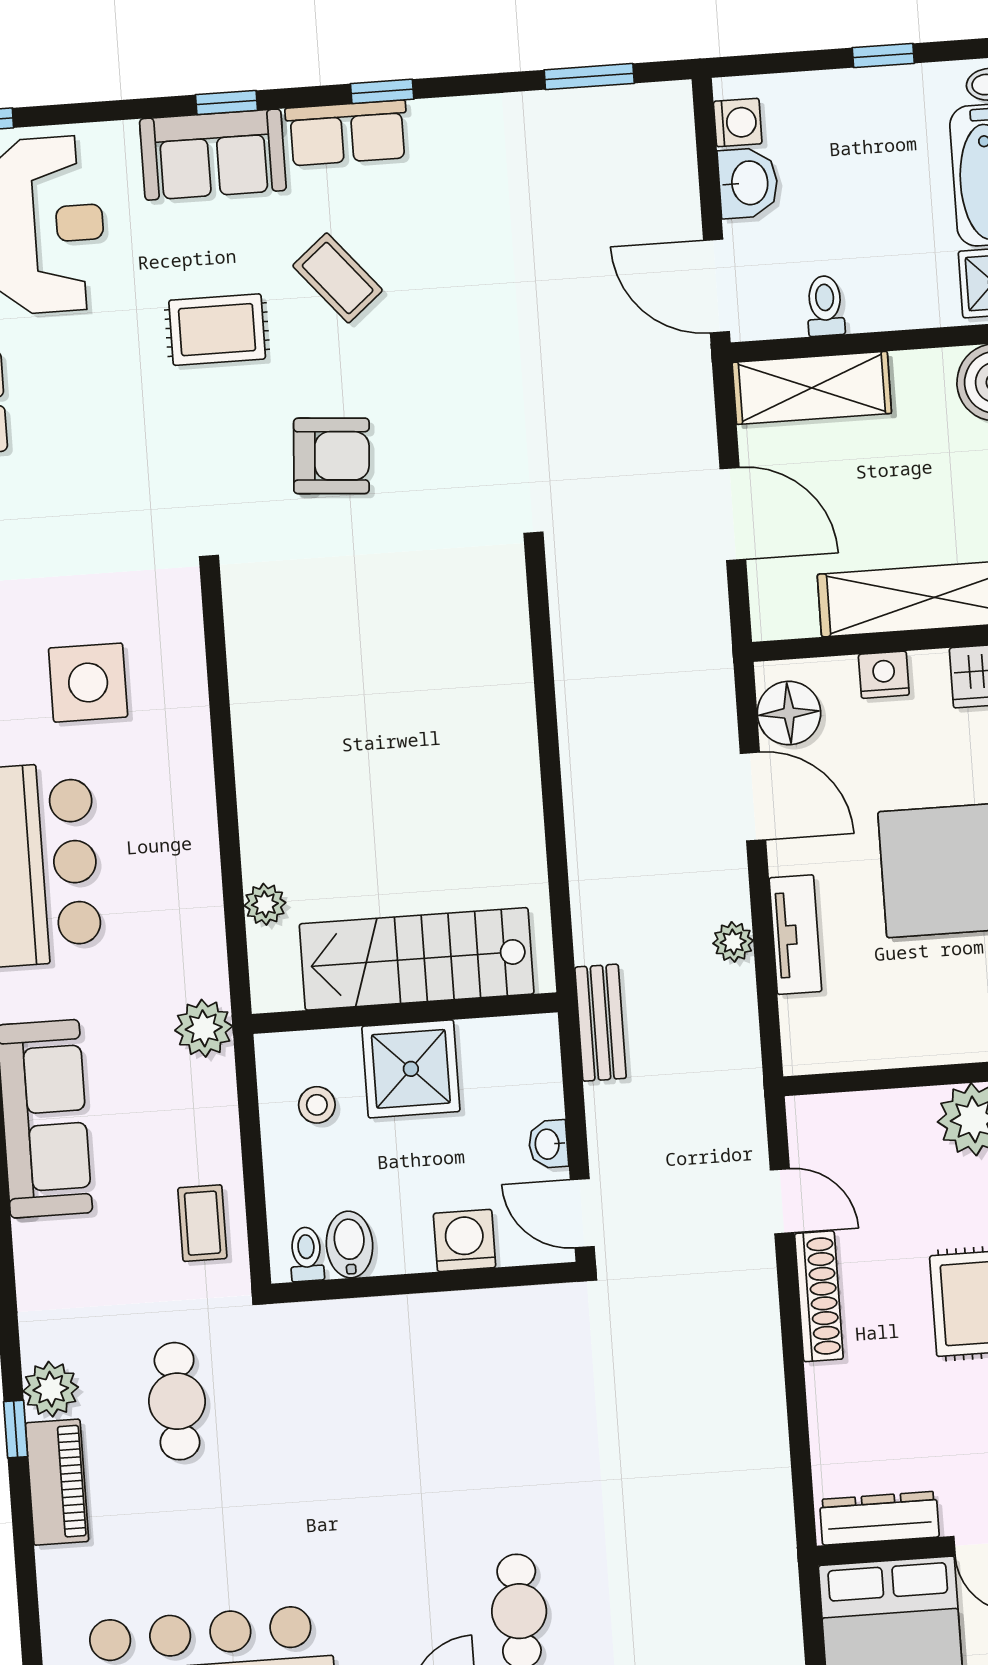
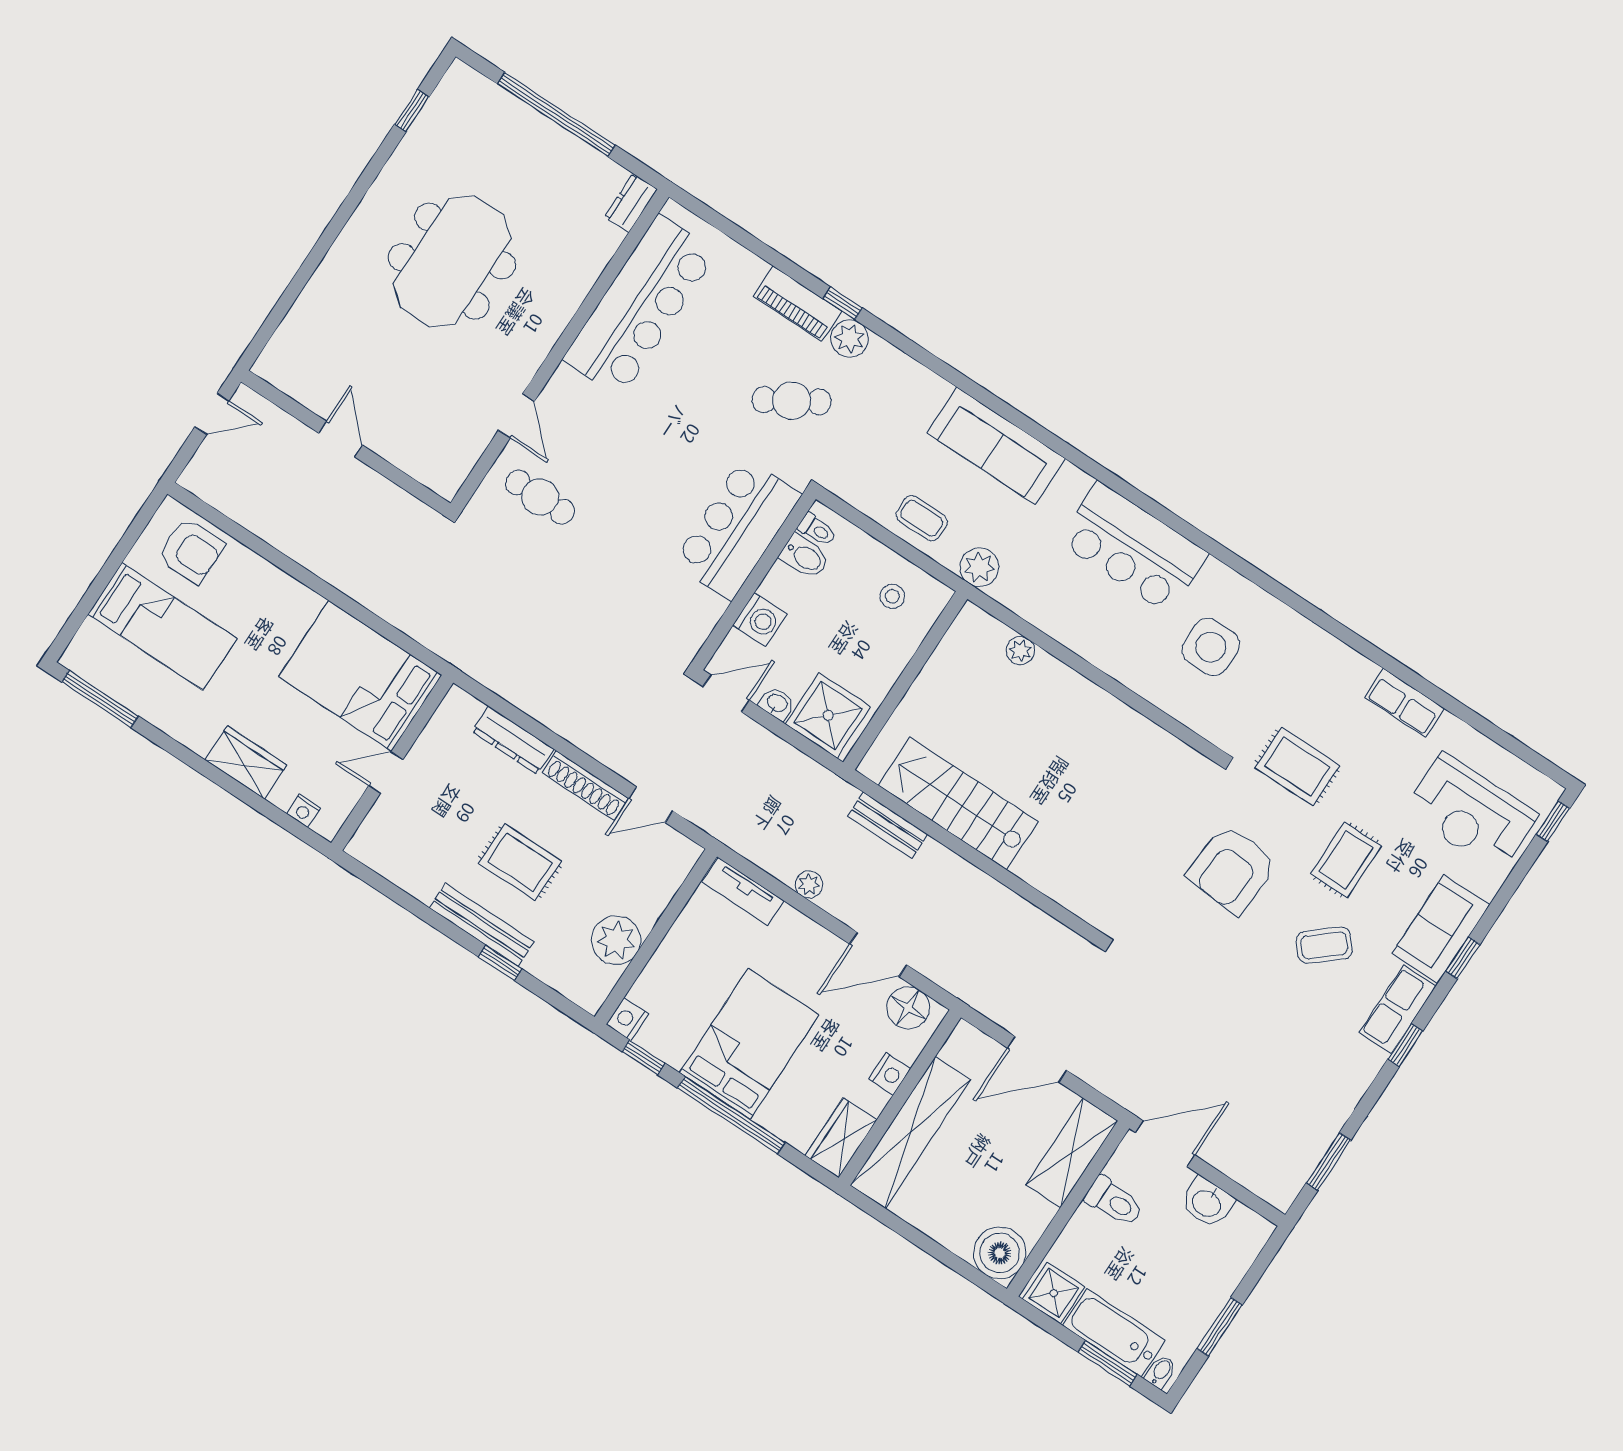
window: (883, 55) -> (1220, 1327), width x1.50
washing machine: (738, 123) -> (1243, 1222), removed
toilet: (825, 306) -> (1114, 1202), width x1.37, depth x1.39
armchair: (331, 456) -> (1232, 869), width x1.36, depth x1.36
rug: (151, 472) -> (1297, 766), added
tv unit: (795, 935) -> (743, 891), moved
stairs: (417, 959) -> (958, 803), moved, turned -90
bench: (600, 1023) -> (888, 825), moved
shower: (411, 1069) -> (828, 715), moved
coffee table: (202, 1223) -> (922, 518), moved
bar counter: (378, 1350) -> (737, 529), added
cafe table: (177, 1401) -> (792, 401), turned -31
dresser: (879, 1518) -> (513, 740), moved, turned 90

